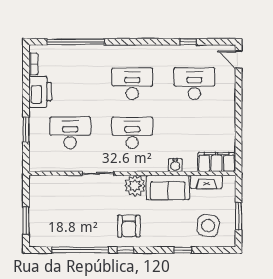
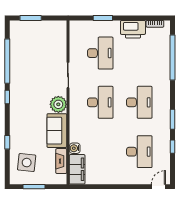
window: (154, 42) -> (172, 119), added
water cooler: (175, 165) -> (75, 148), moved
armchair: (129, 226) -> (26, 100), removed

